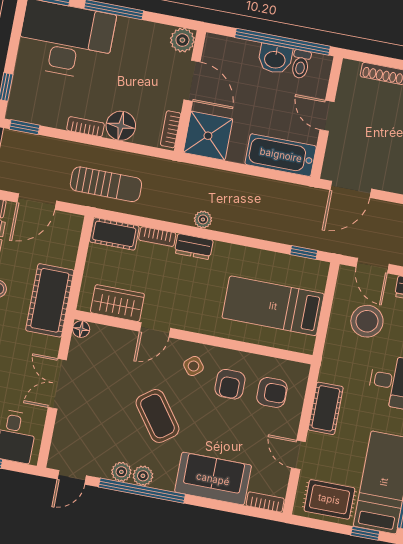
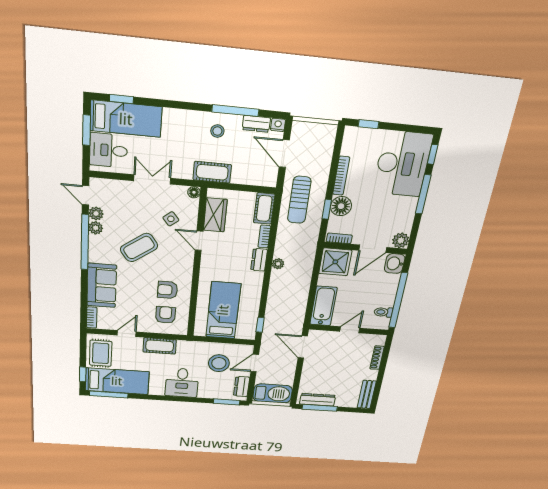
washbasin: (275, 59) -> (395, 264), moved
window: (25, 127) -> (327, 209), moved
bookcase: (85, 127) -> (341, 176), width x1.56
cot: (50, 300) -> (212, 172), width x0.73, depth x0.75
side table: (194, 366) -> (171, 219), moved
armchair: (272, 392) -> (166, 315), turned 180
plant: (143, 476) -> (96, 213), moved

